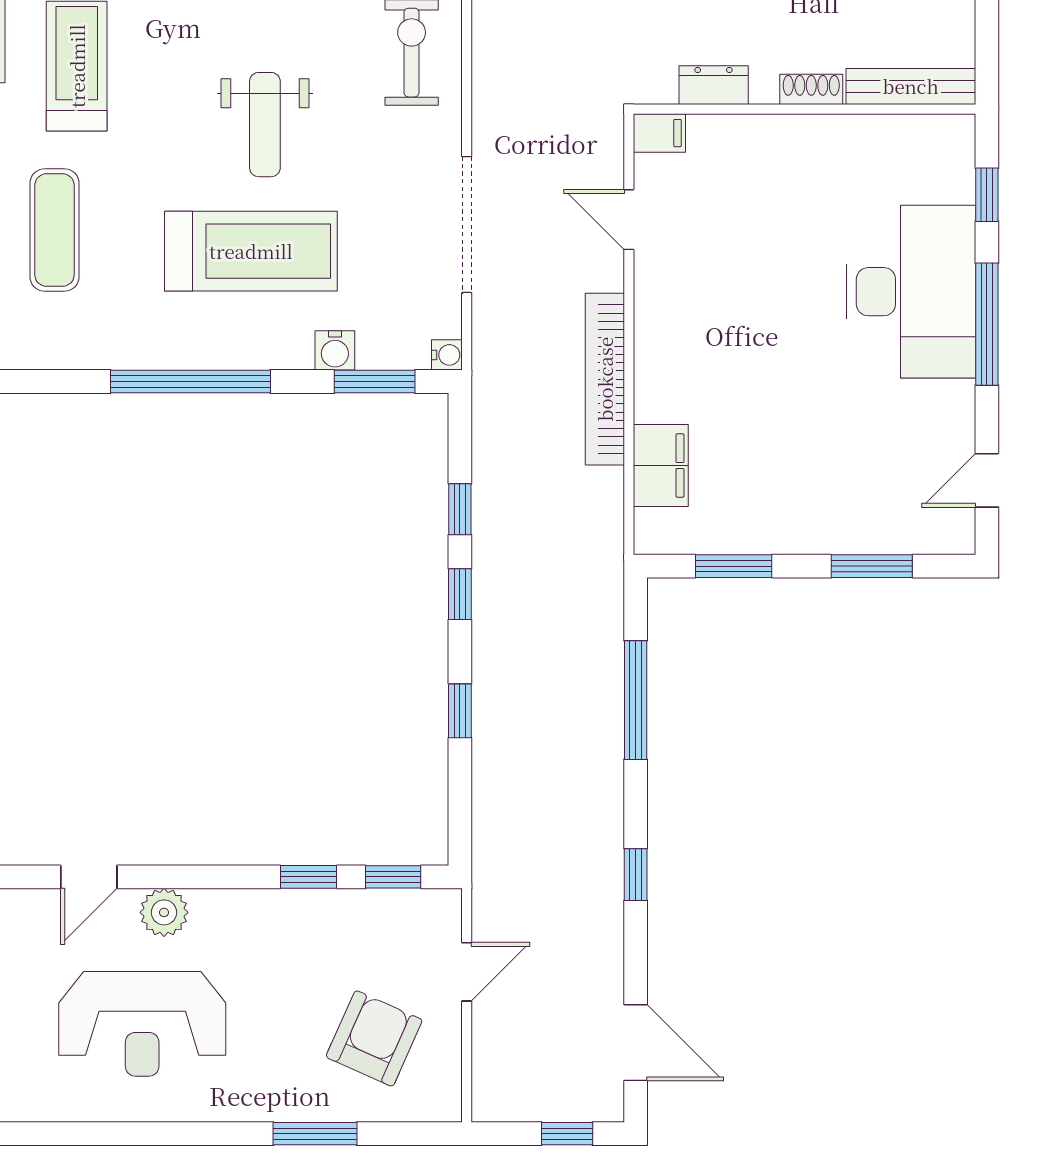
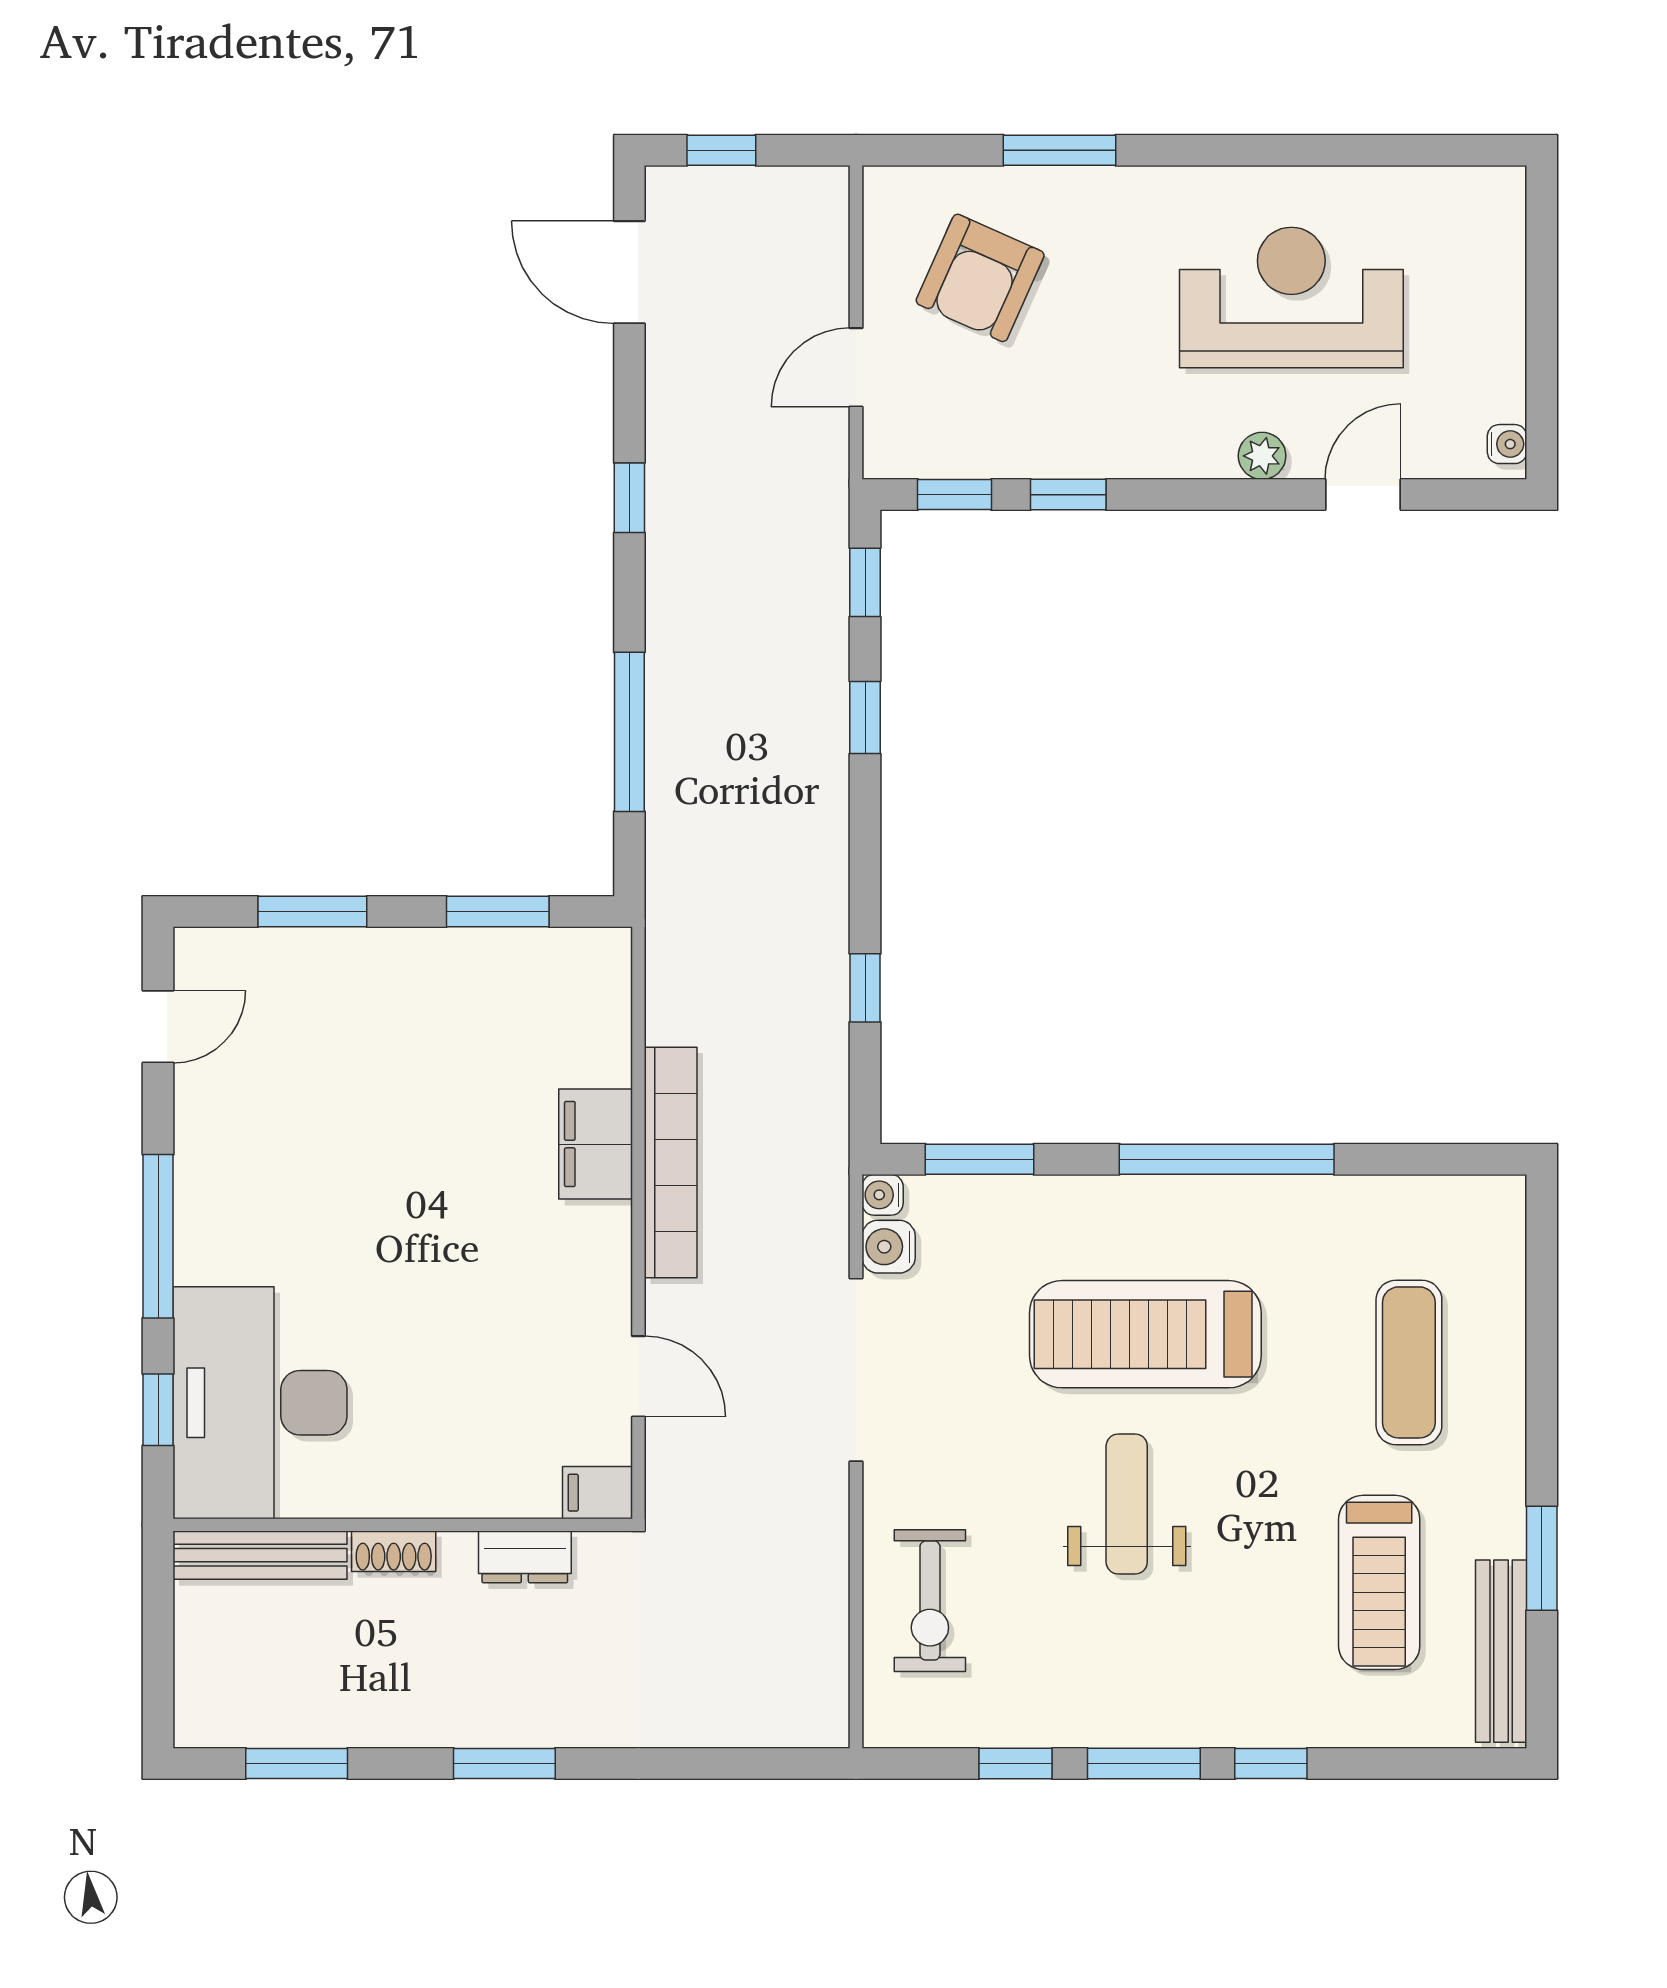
desk: (911, 292) -> (260, 1403), moved
water cooler: (335, 350) -> (889, 1247), moved, turned -90
filing cabinet: (661, 466) -> (596, 1144), moved
window: (460, 594) -> (865, 582), moved
plant: (164, 912) -> (1262, 456), width x0.73, depth x0.73

